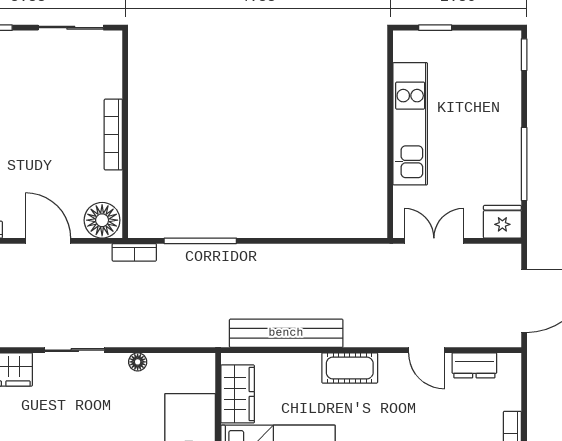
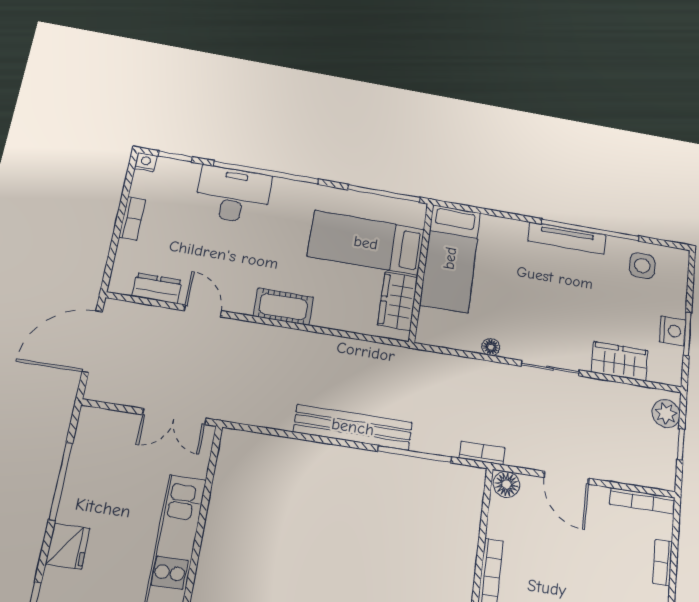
floor lamp: (102, 220) -> (506, 484), width x0.73, depth x0.73
fridge: (502, 222) -> (68, 546), moved, turned -90
bench: (286, 333) -> (353, 427), moved

